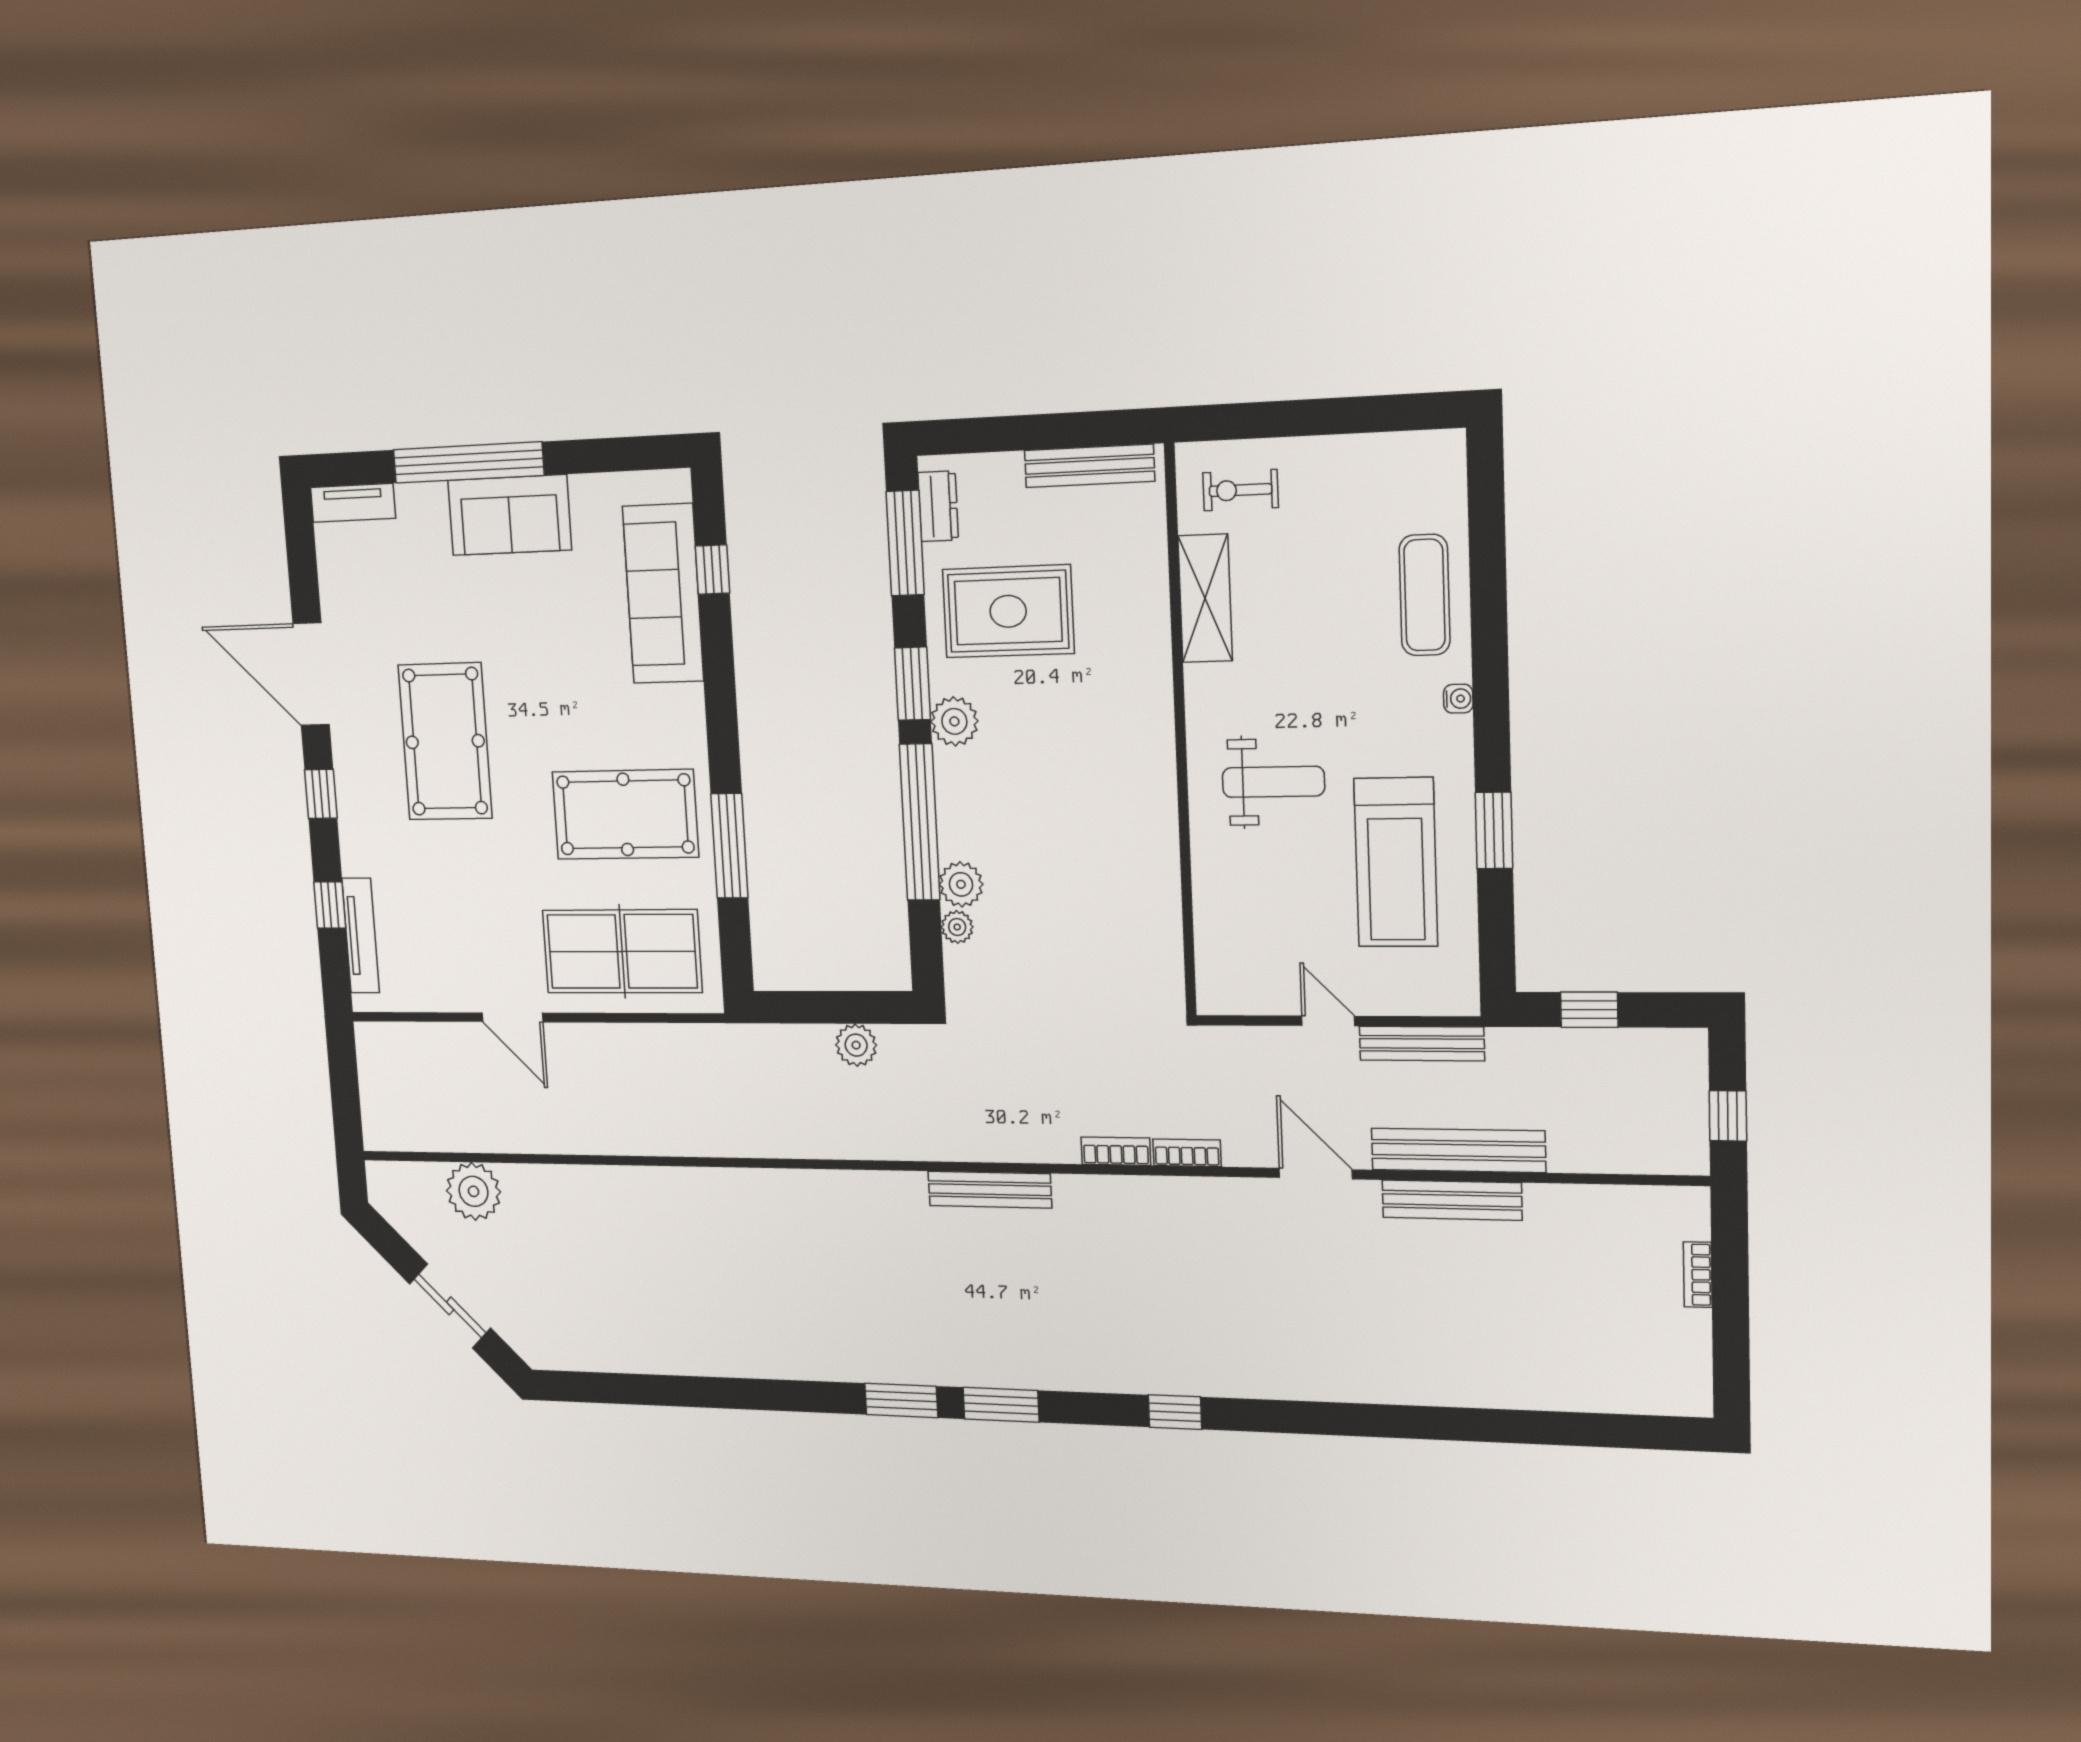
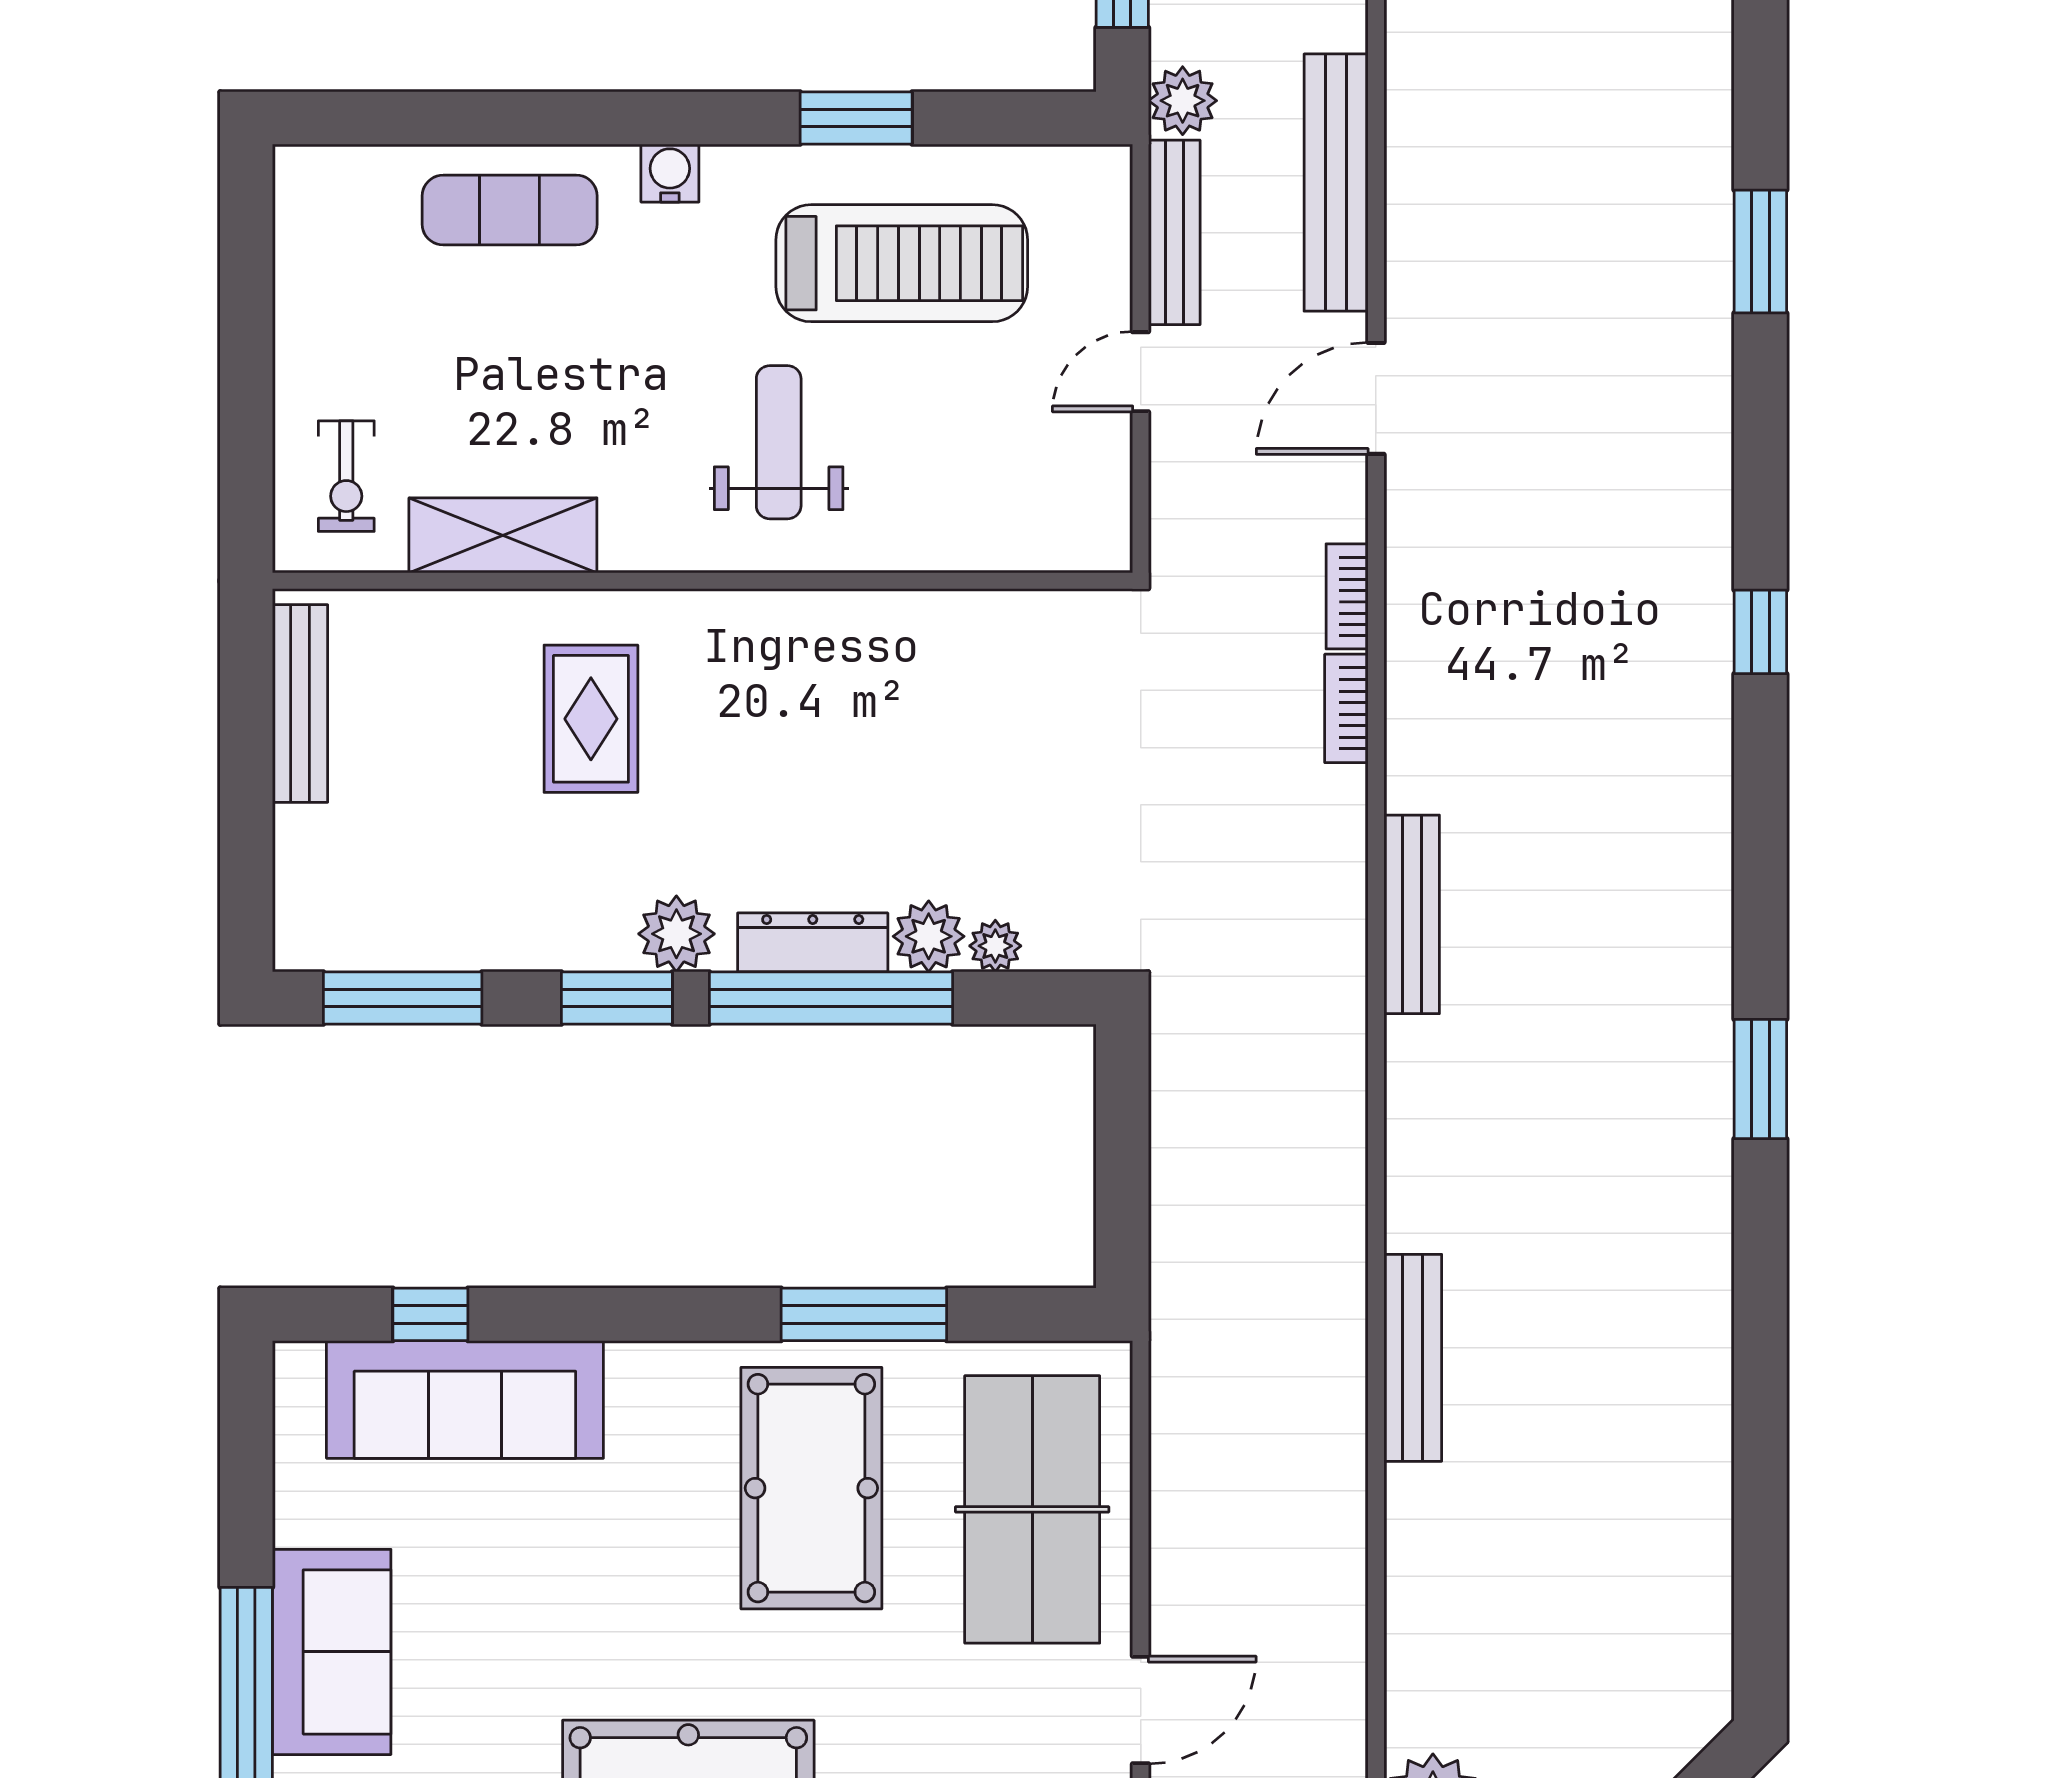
dresser: (938, 506) -> (813, 942), moved, width x1.44
rug: (1008, 611) -> (591, 719), moved, width x0.73, depth x0.70
water cooler: (1458, 699) -> (670, 173), width x1.38, depth x1.38
plant: (856, 1045) -> (1183, 101), moved
bench: (1452, 1200) -> (1413, 1358), moved
window: (1001, 1405) -> (1760, 252), moved

